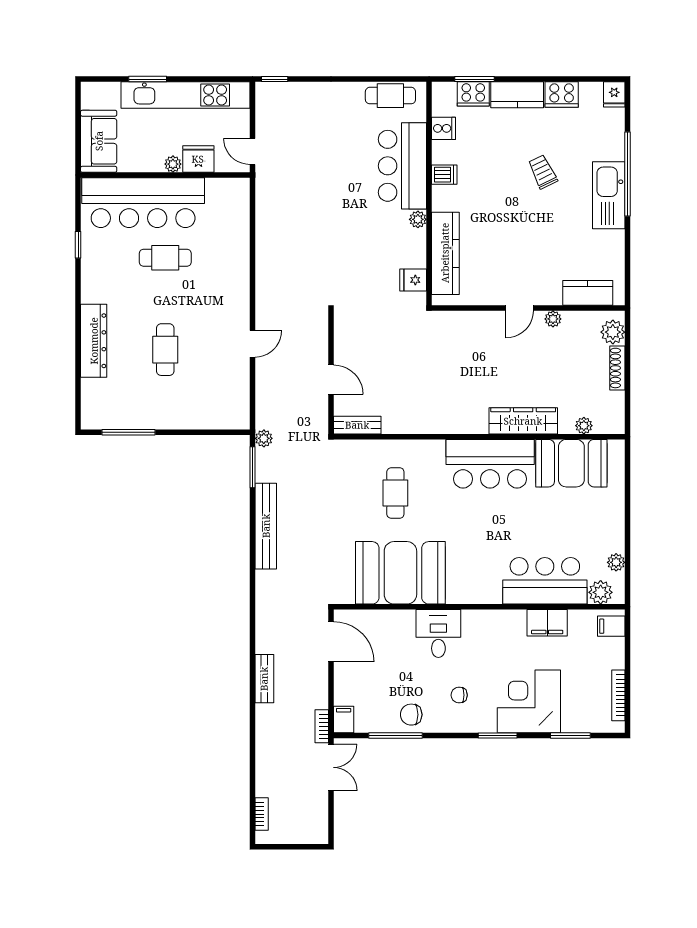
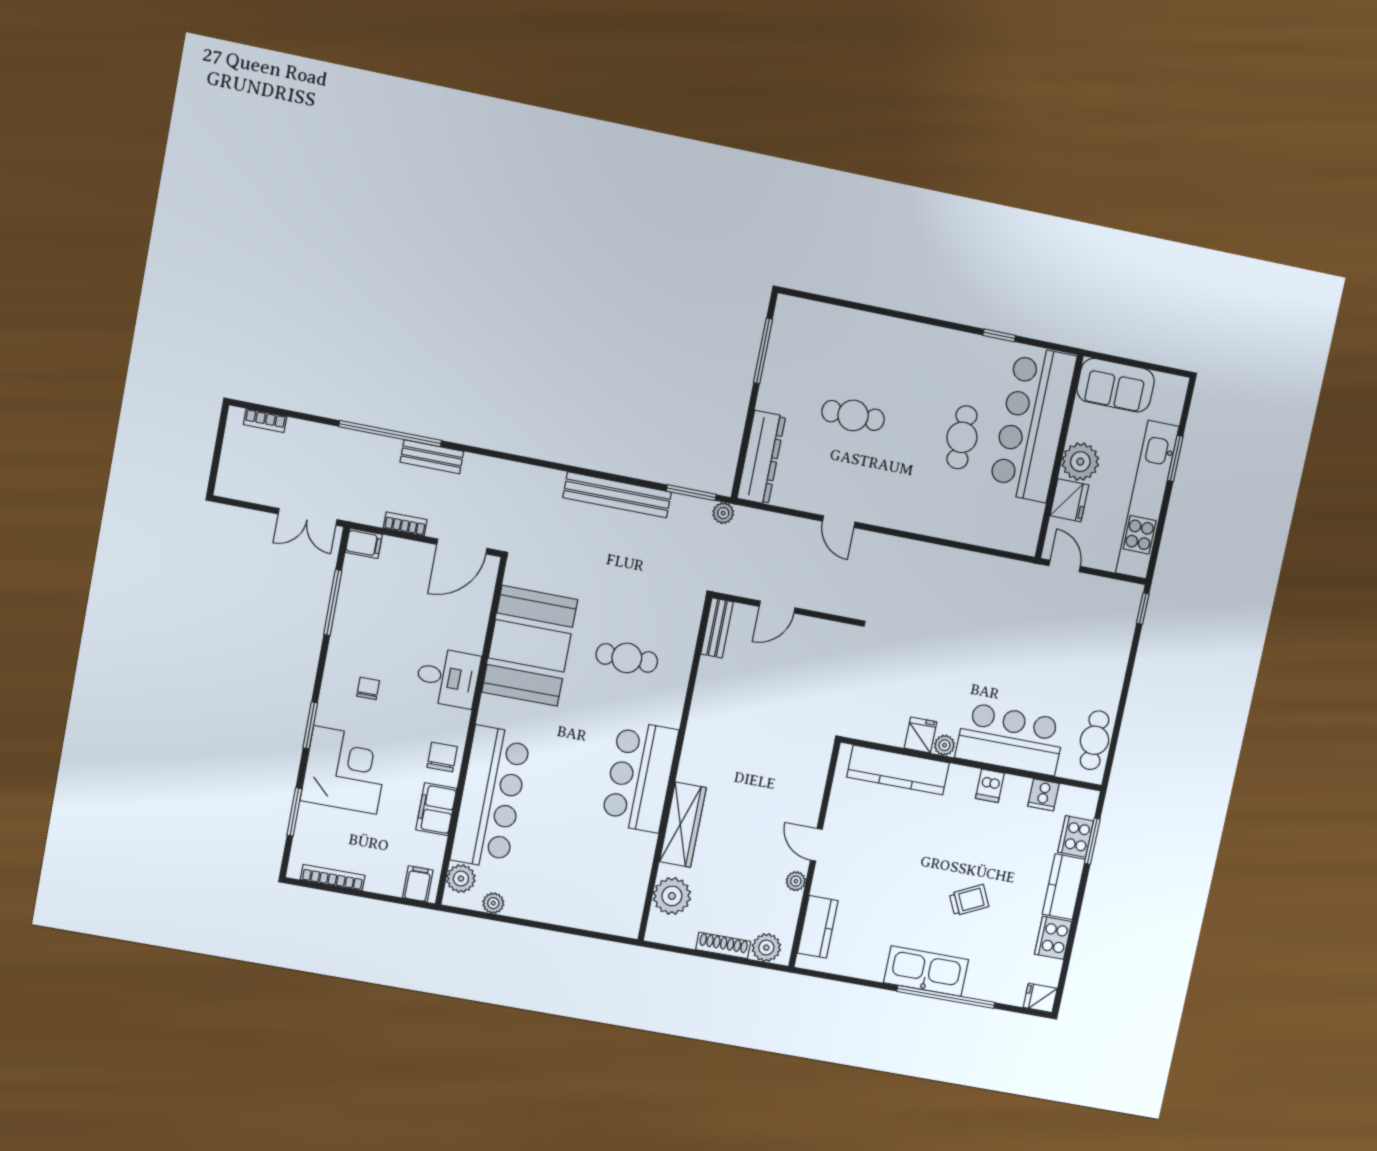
door: (252, 151) -> (1065, 566), hinge flipped
plant: (173, 164) -> (1080, 462), width x1.88, depth x1.88
fridge: (413, 280) -> (921, 735), moved
dresser: (94, 341) -> (761, 457), moved, turned -90
plant: (584, 426) -> (672, 896), width x1.88, depth x1.88
booth: (571, 463) -> (622, 872), removed
bar counter: (545, 581) -> (491, 797), width x1.36
window: (252, 715) -> (390, 434), added
chair: (411, 715) -> (442, 757), moved
bookcase: (322, 726) -> (405, 524), moved

